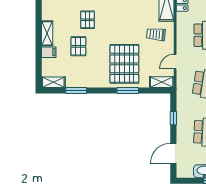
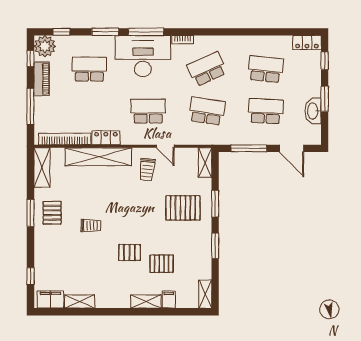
door: (175, 62) -> (165, 146), moved
pallet: (124, 64) -> (183, 208), width x0.73, depth x0.71
window: (76, 90) -> (215, 246), moved
window: (173, 118) -> (249, 148), width x2.17

